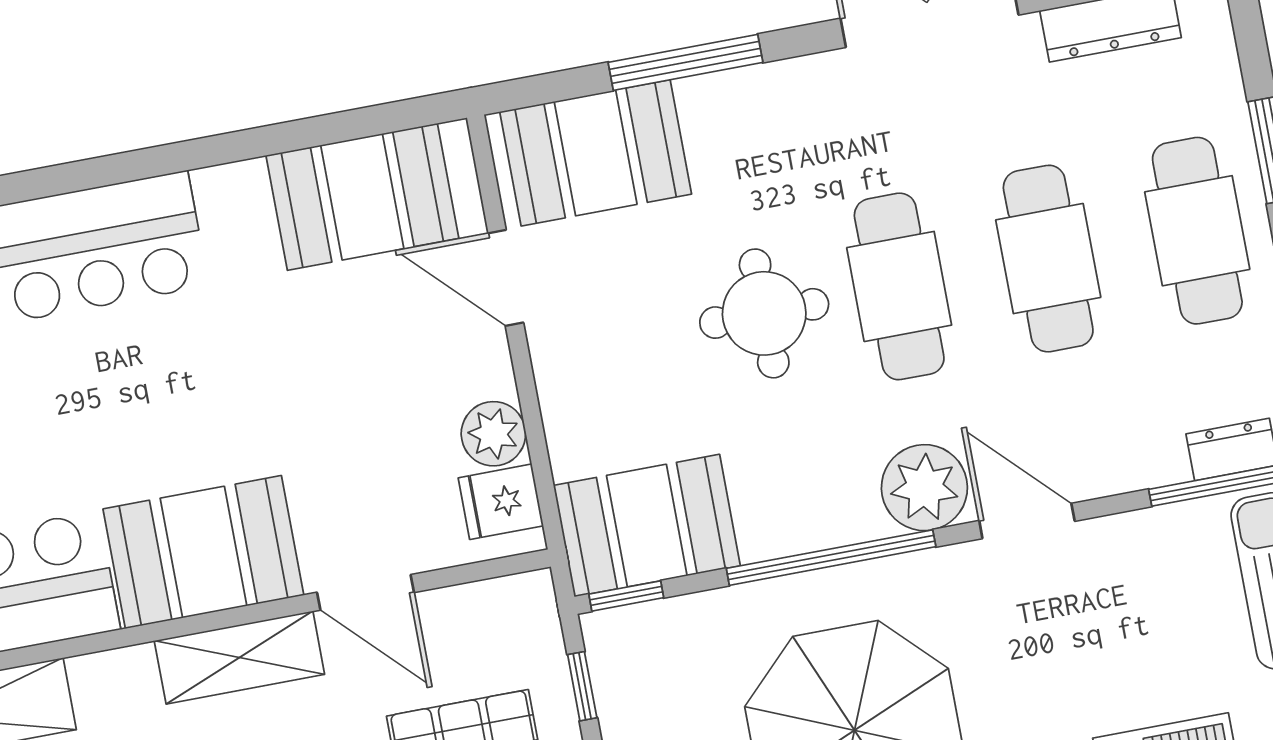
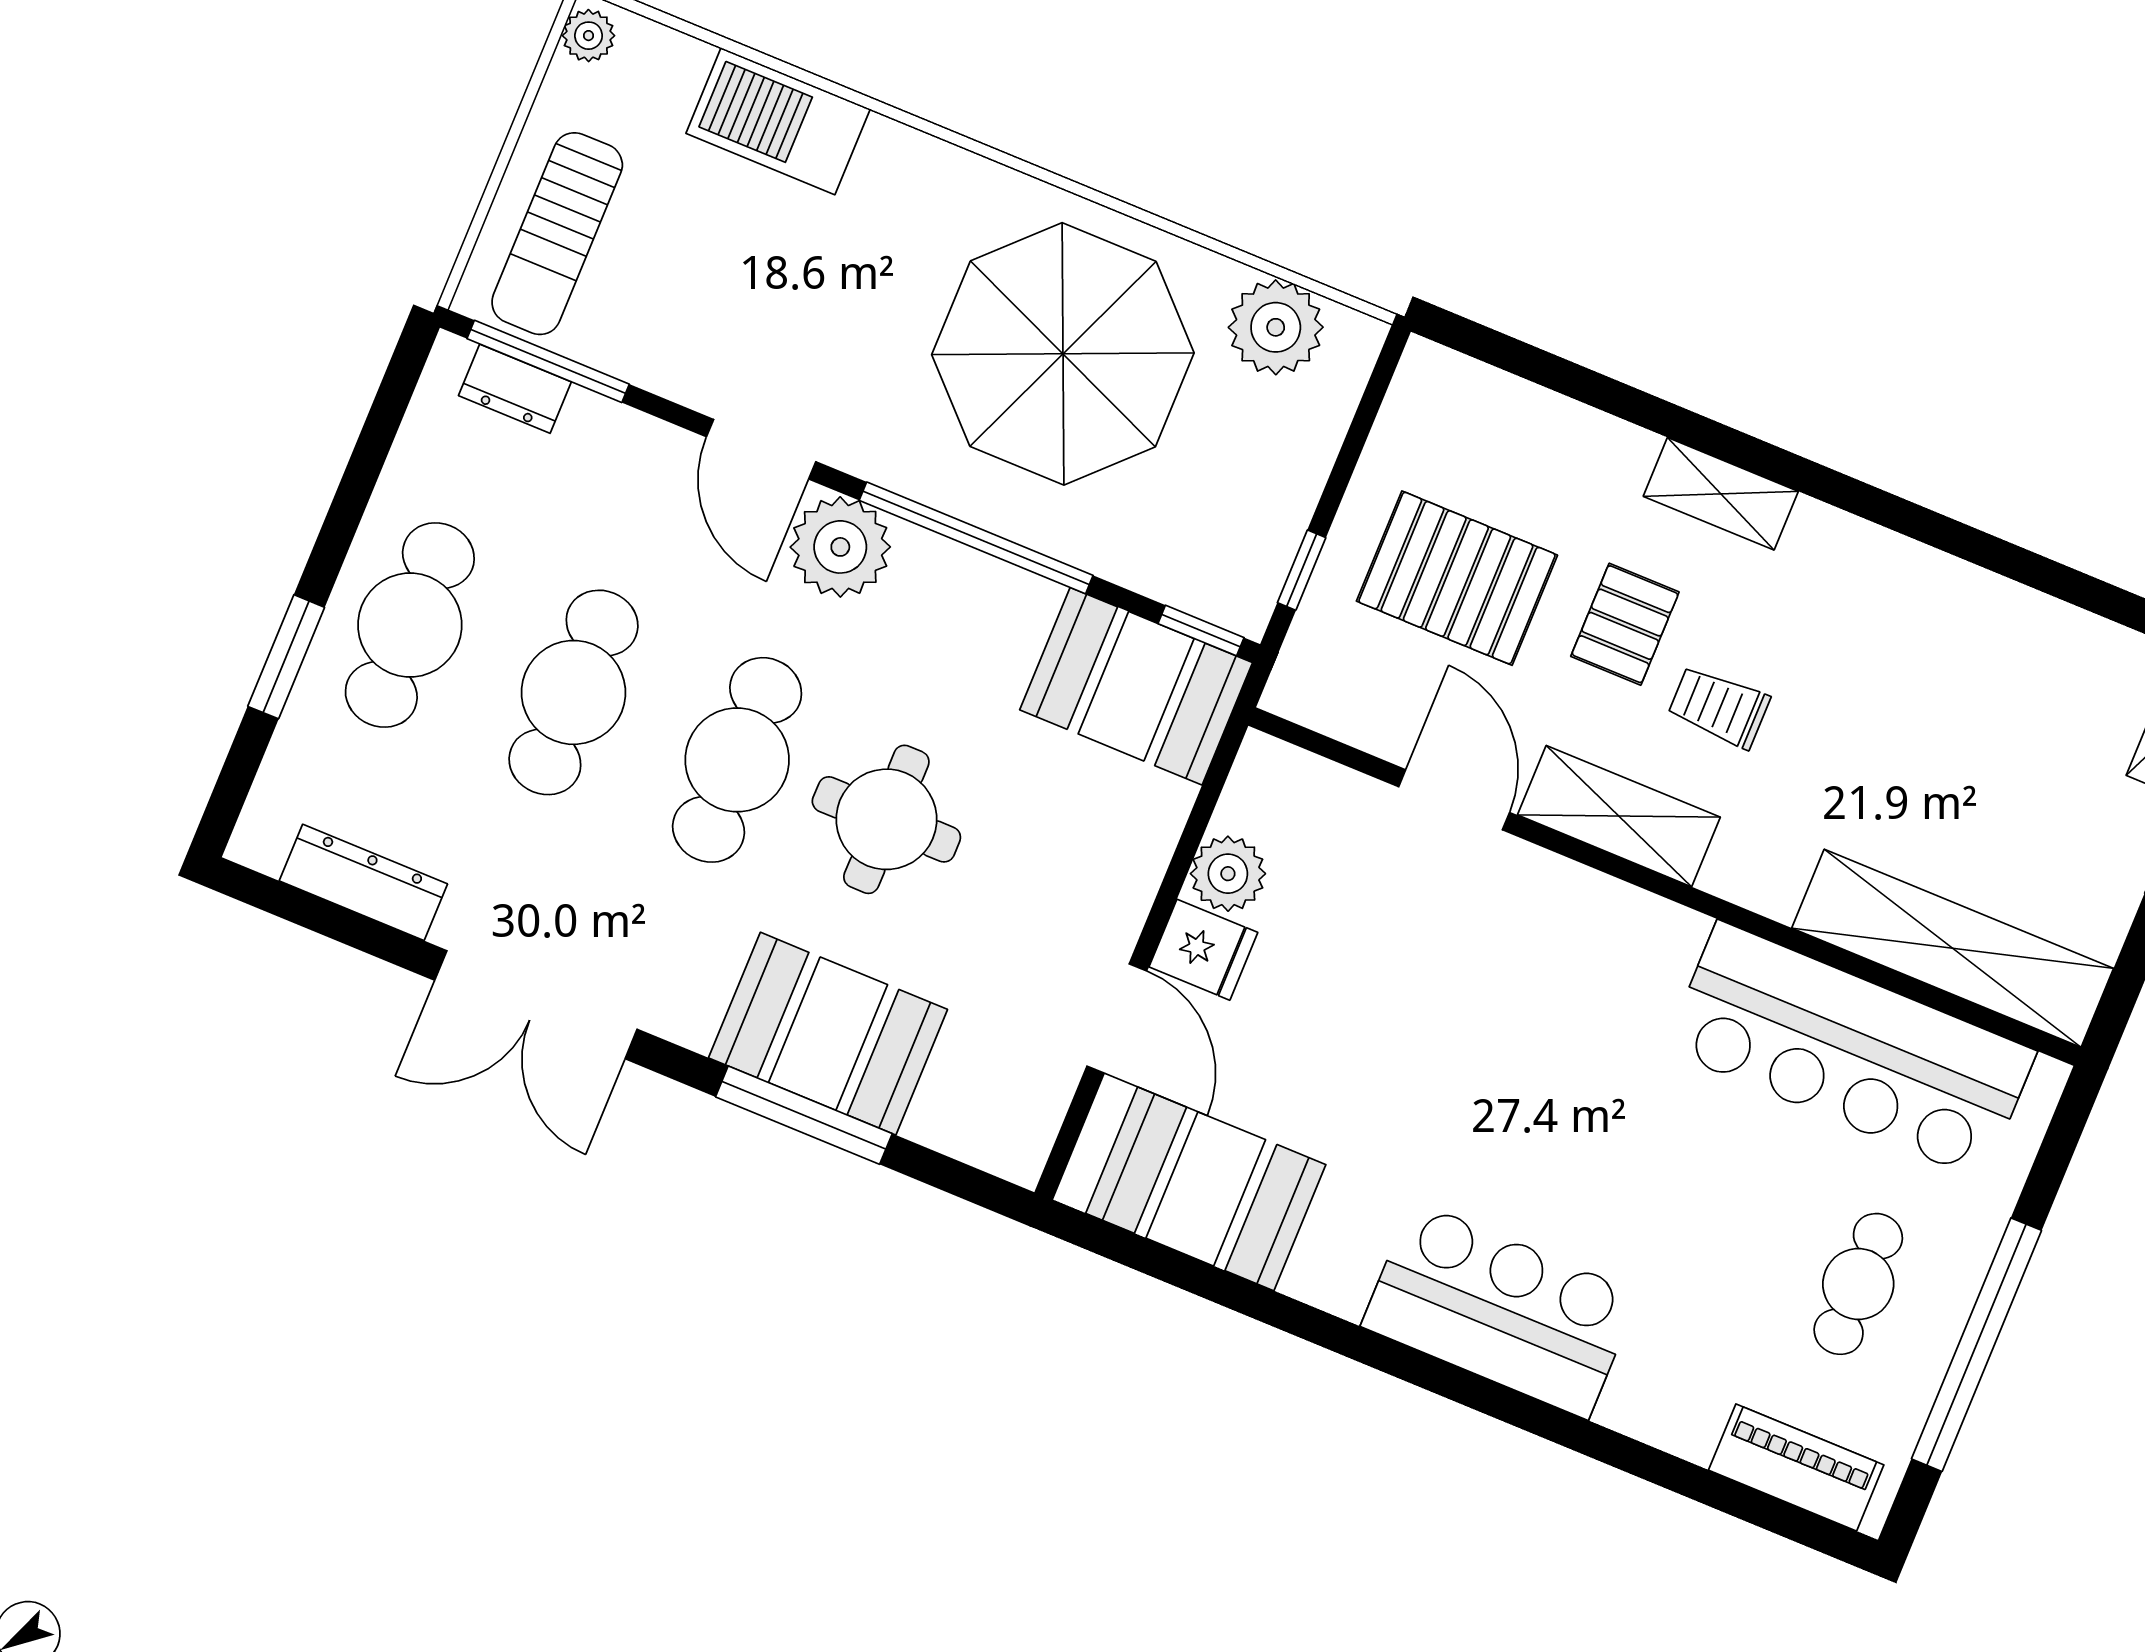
booth: (596, 153) -> (828, 1034), moved
fridge: (501, 502) -> (1203, 950), moved
booth: (203, 552) -> (1587, 942), removed

